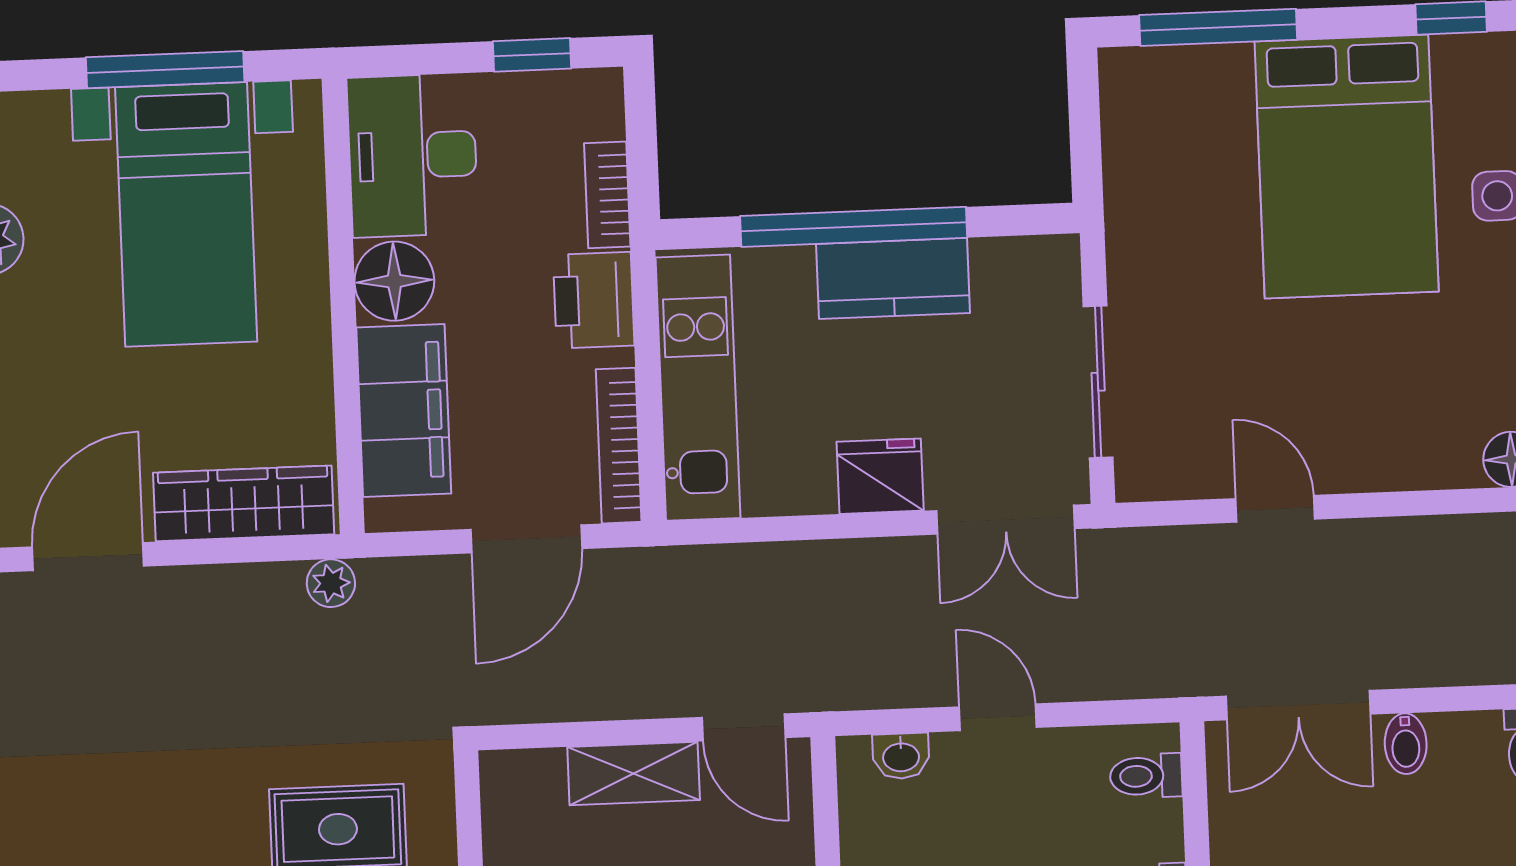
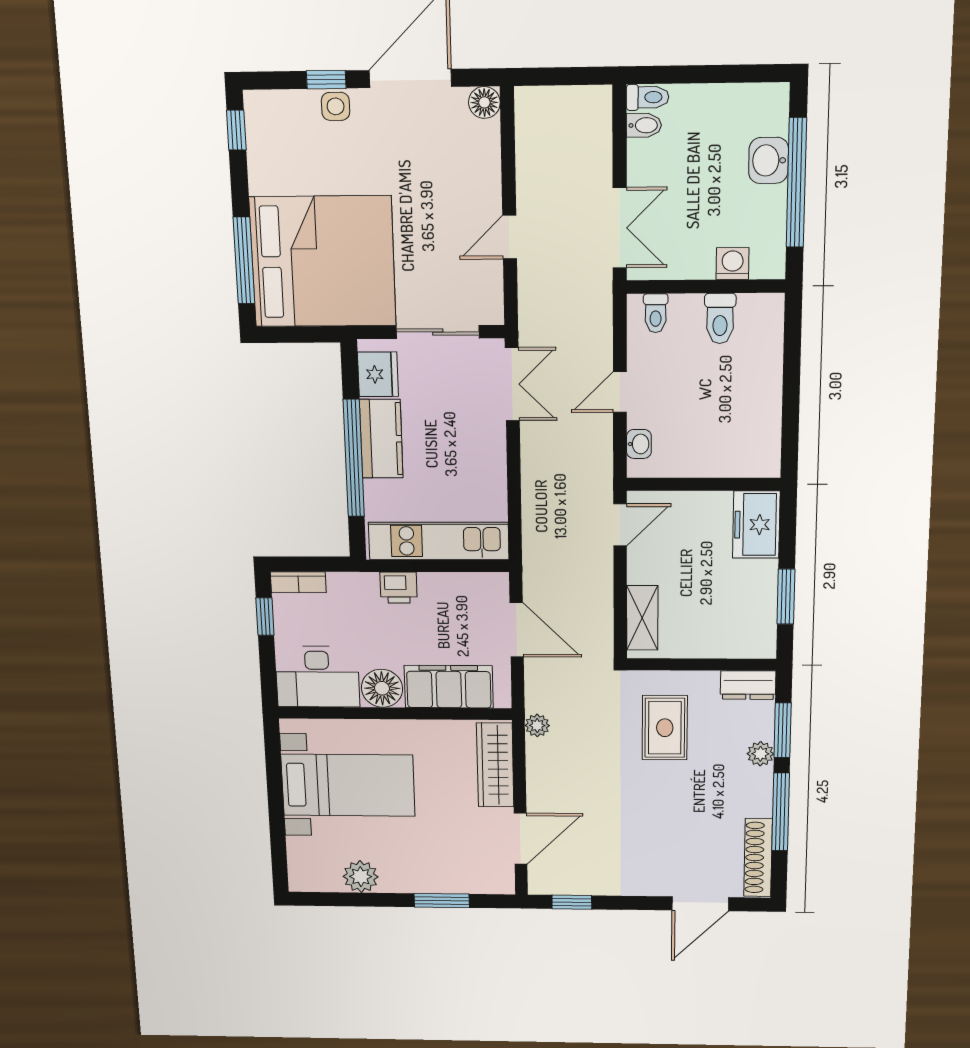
window: (165, 70) -> (275, 792), removed
bed: (1347, 166) -> (323, 262), moved, width x1.36
bookcase: (607, 195) -> (298, 582), moved
printer: (594, 300) -> (399, 588), width x0.73, depth x0.81
bookcase: (619, 446) -> (469, 582), removed
fridge: (880, 476) -> (378, 374), moved, turned 180
door: (88, 557) -> (521, 839), swing flipped
bidet: (1406, 744) -> (644, 125), moved
shelving: (634, 774) -> (642, 618), moved

